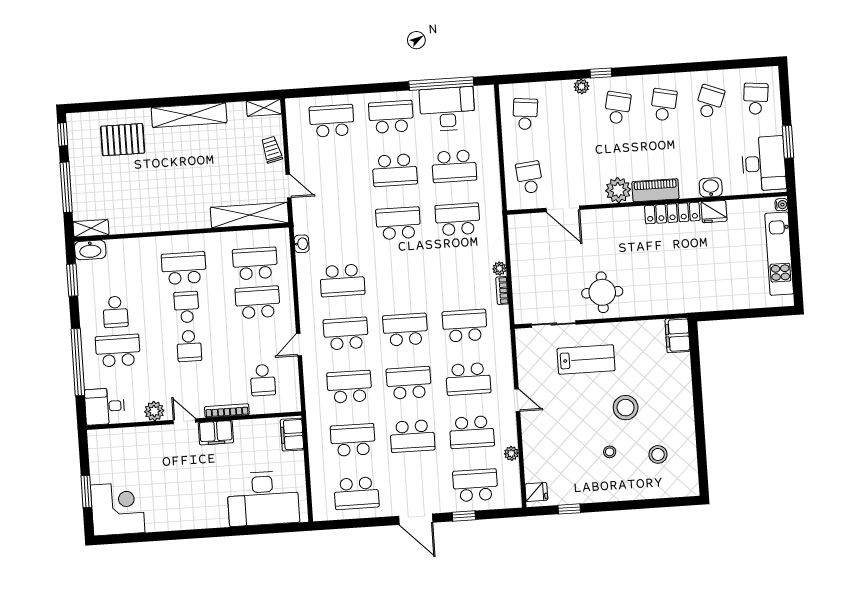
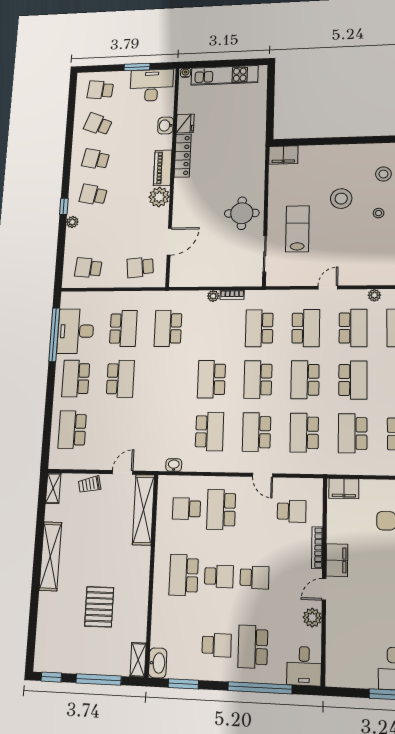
pallet: (123, 140) -> (99, 607), moved
school desk: (398, 223) -> (211, 379), moved
school desk: (255, 263) -> (186, 509), width x0.54
school desk: (186, 307) -> (219, 576), turned 180

